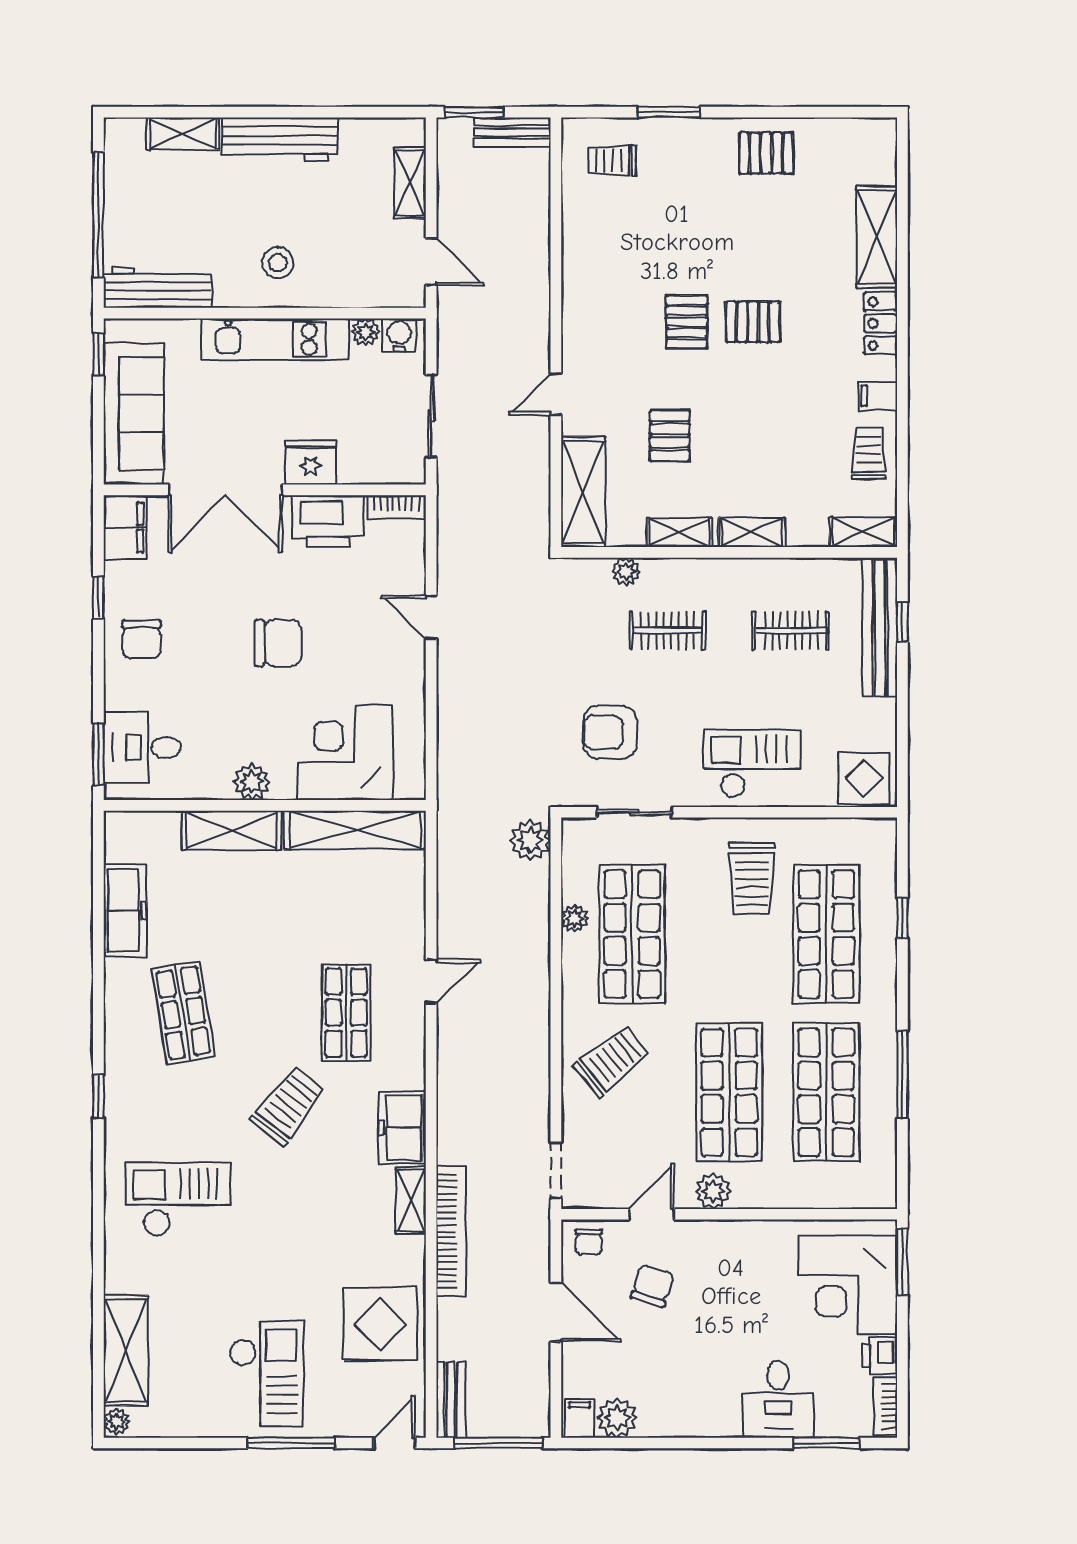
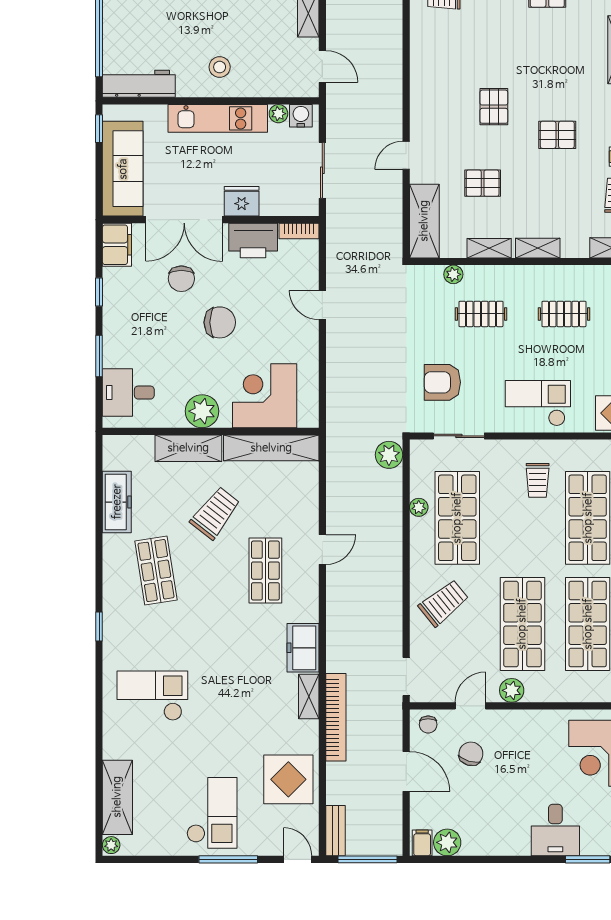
pallet: (753, 322) -> (557, 135), moved
pallet: (670, 436) -> (483, 183), turned 90
chair: (142, 639) -> (181, 279), moved
window: (98, 754) -> (99, 356), moved
plant: (252, 782) -> (202, 411), width x1.36, depth x1.36
trolley: (752, 878) -> (538, 480), width x0.73, depth x0.72
trolley: (288, 1106) -> (215, 513), moved
door: (394, 1443) -> (298, 859), hinge flipped

